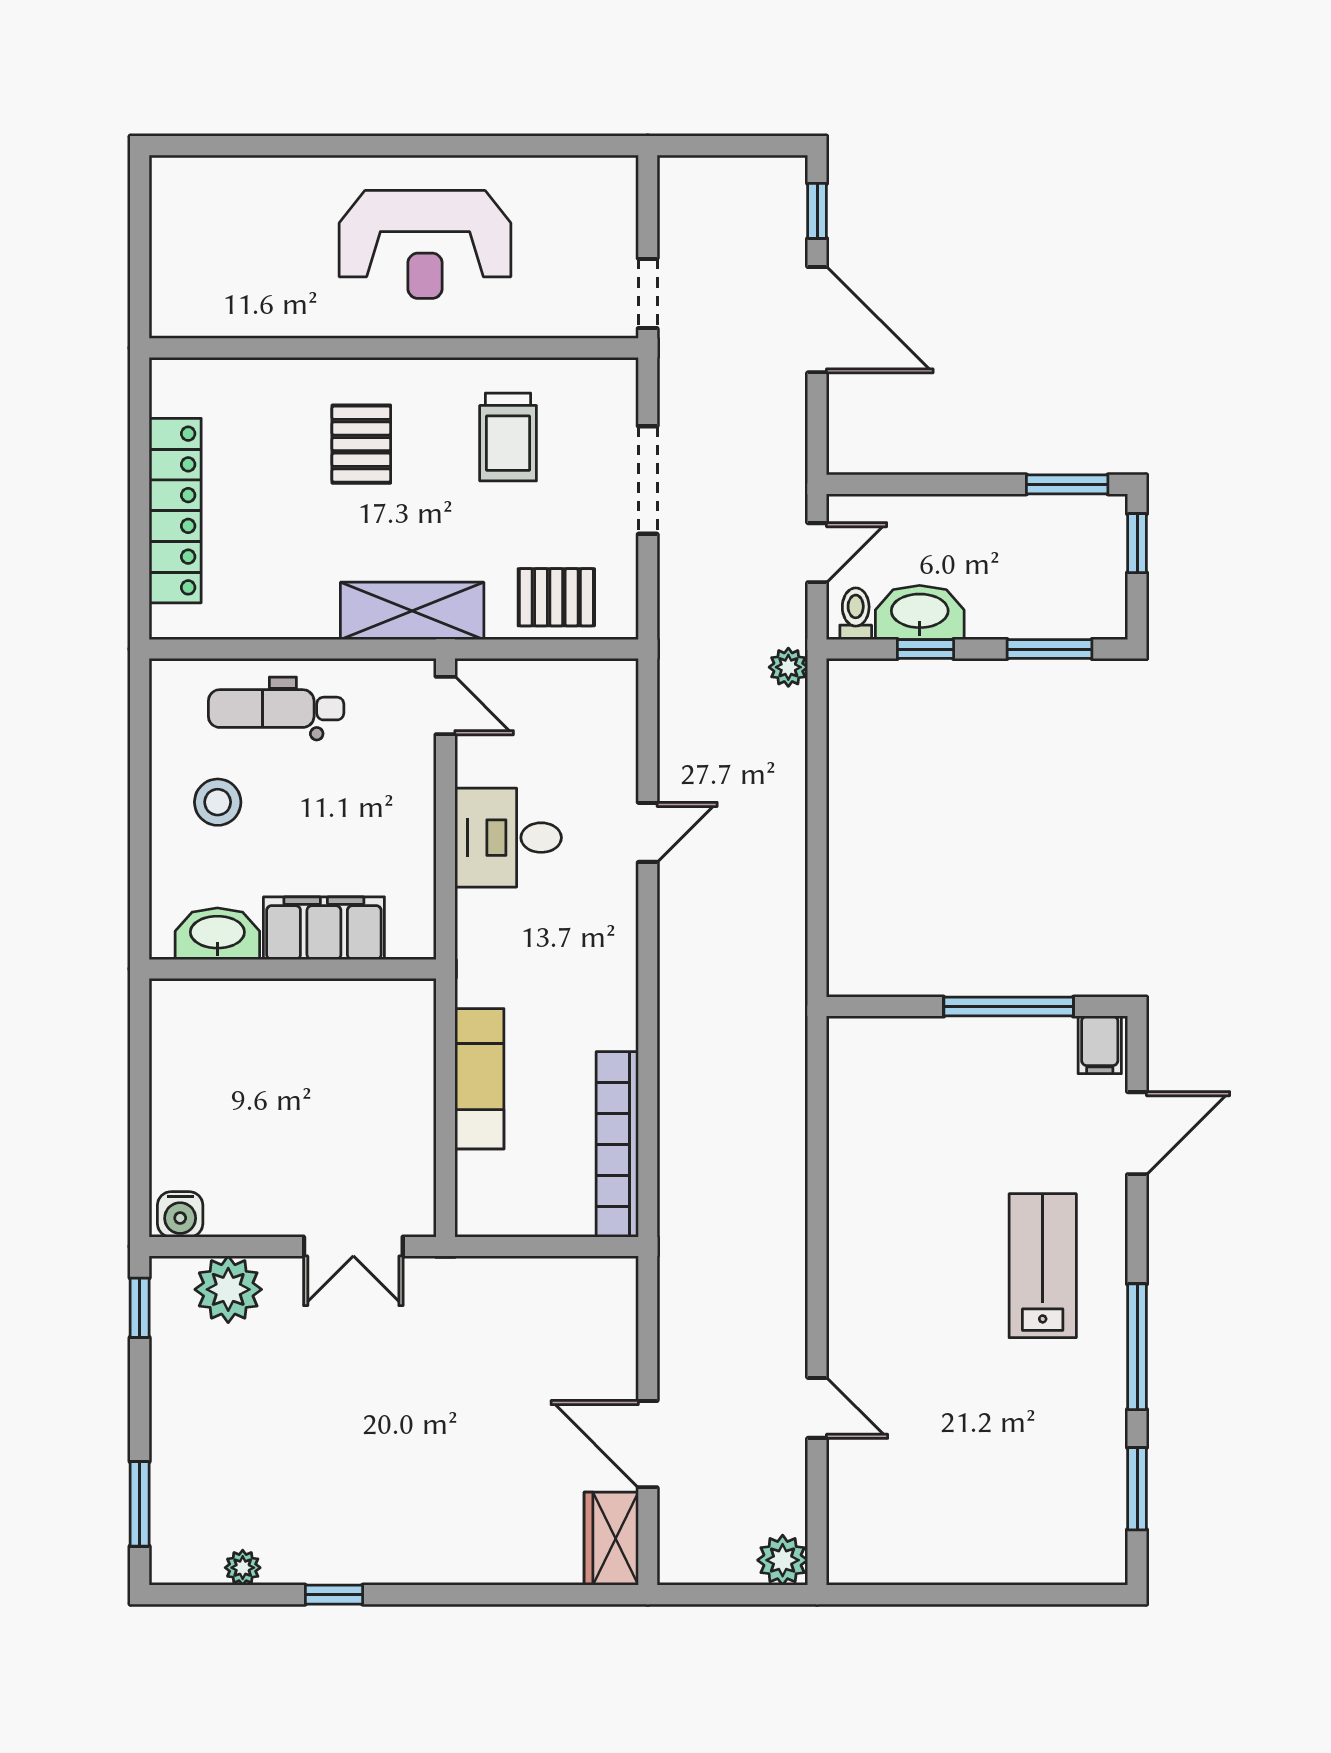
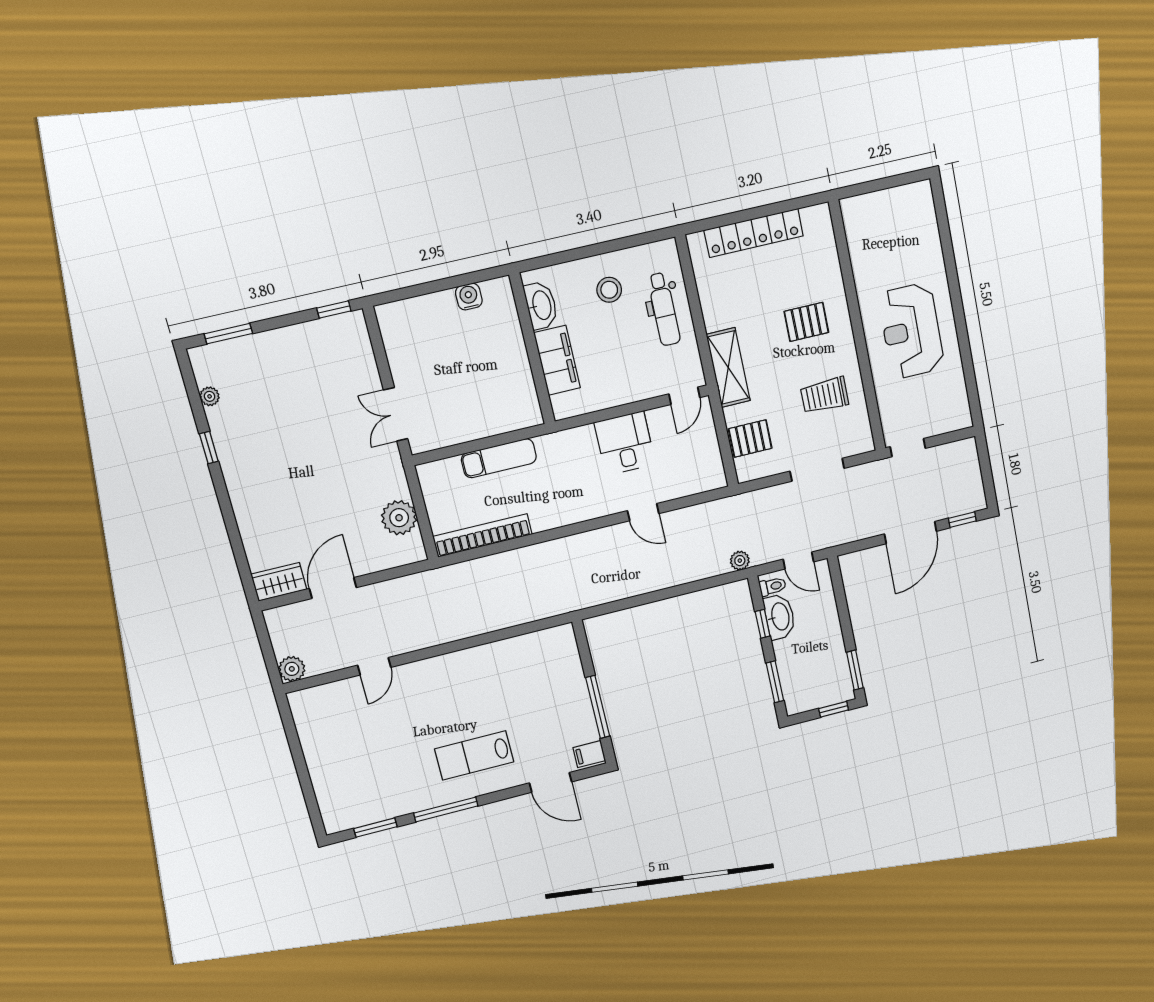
pallet: (556, 597) -> (750, 439), turned 90
dental chair: (276, 709) -> (664, 309), turned 180
water cooler: (180, 1214) -> (469, 297), moved, turned 90
lab bench: (1043, 1266) -> (474, 755), turned 180
plant: (228, 1289) -> (399, 518), moved

